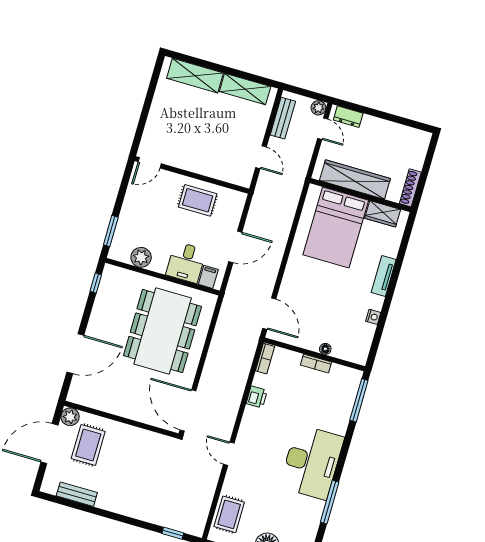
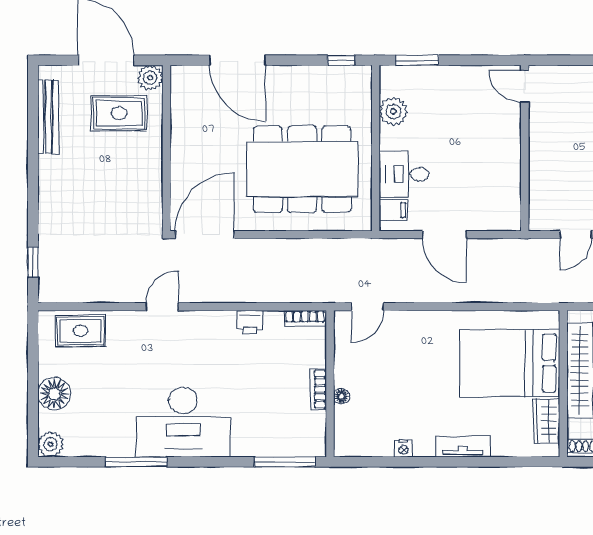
rug: (198, 200) -> (493, 166), removed
door: (269, 314) -> (367, 307), width x0.73
bench: (77, 494) -> (48, 117), width x1.36

